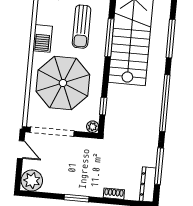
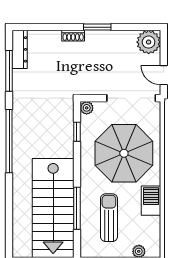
window: (171, 39) -> (9, 213), removed
shoe rack: (114, 194) -> (73, 36), moved

